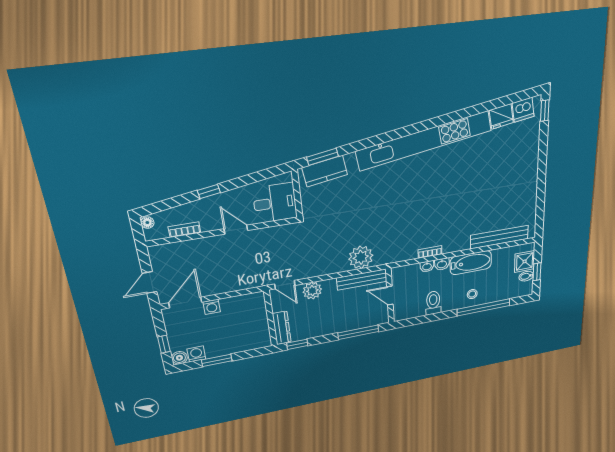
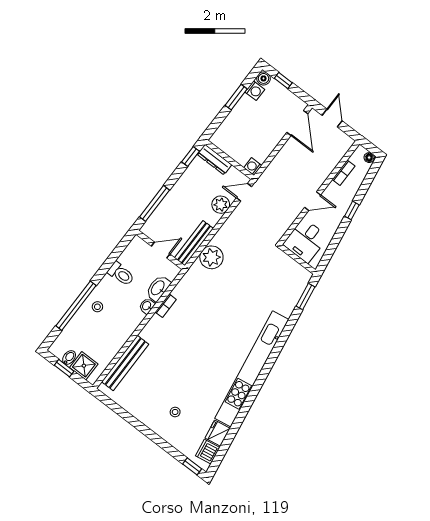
stool: (510, 166) -> (175, 412), added
kitchen counter: (325, 171) -> (295, 289), removed
bathtub: (471, 263) -> (126, 327), removed
washbasin: (427, 266) -> (158, 288), width x1.91, depth x1.45
washing machine: (212, 307) -> (253, 167), moved

